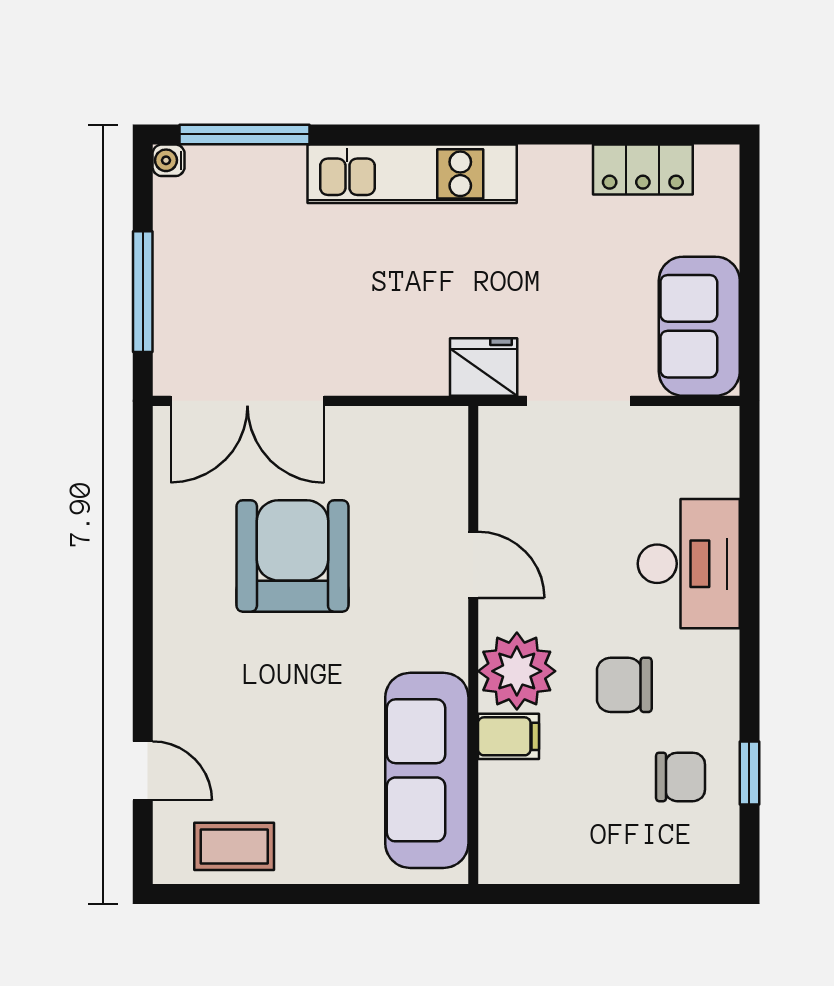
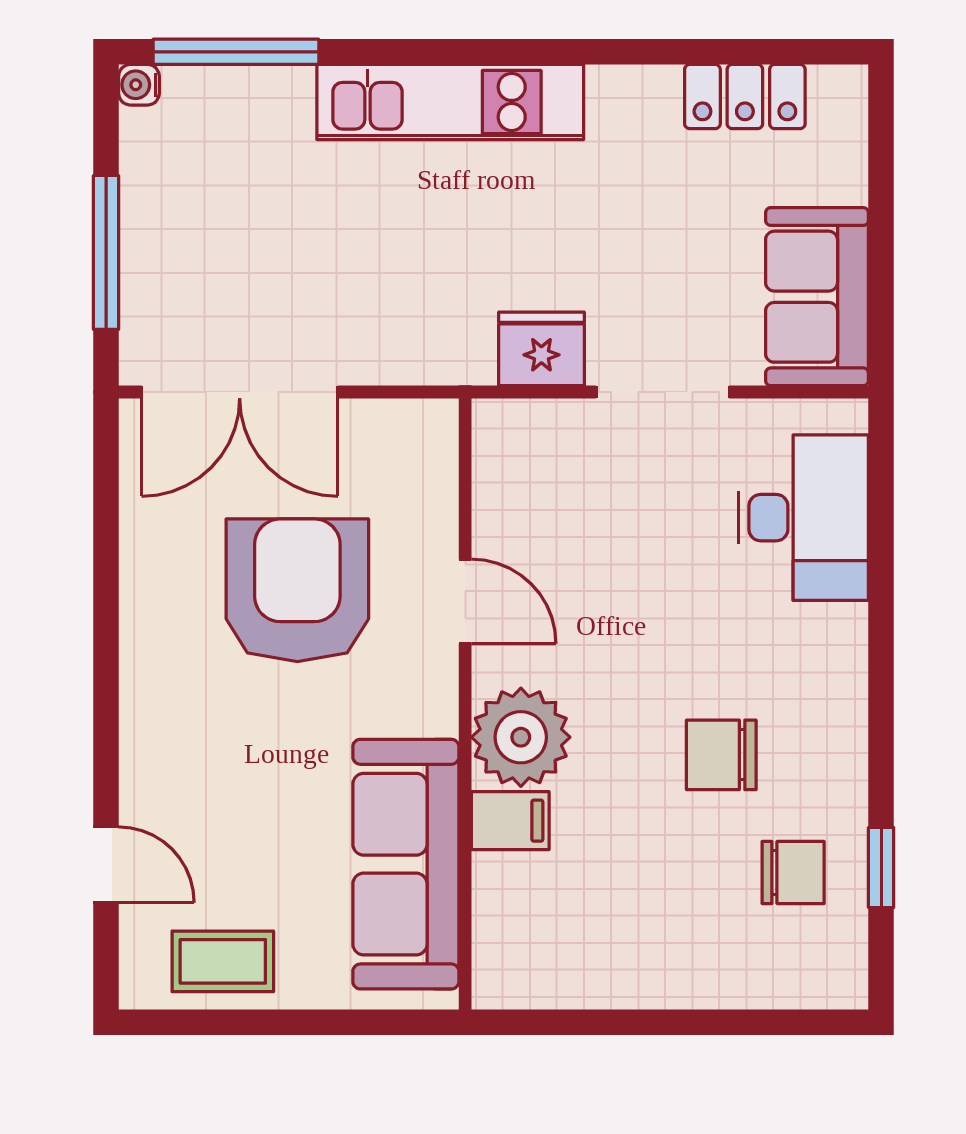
desk: (689, 564) -> (804, 518), moved
door: (473, 565) -> (465, 601), moved
wall: (473, 645) -> (465, 704), moved
plant: (517, 671) -> (521, 737), moved
filing cabinet: (509, 736) -> (510, 821), moved
sofa: (427, 770) -> (406, 864), moved

